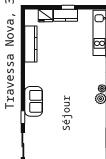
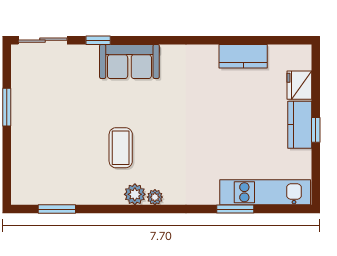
kitchen counter: (31, 44) -> (243, 56), width x0.67
coffee table: (77, 106) -> (121, 148), added

